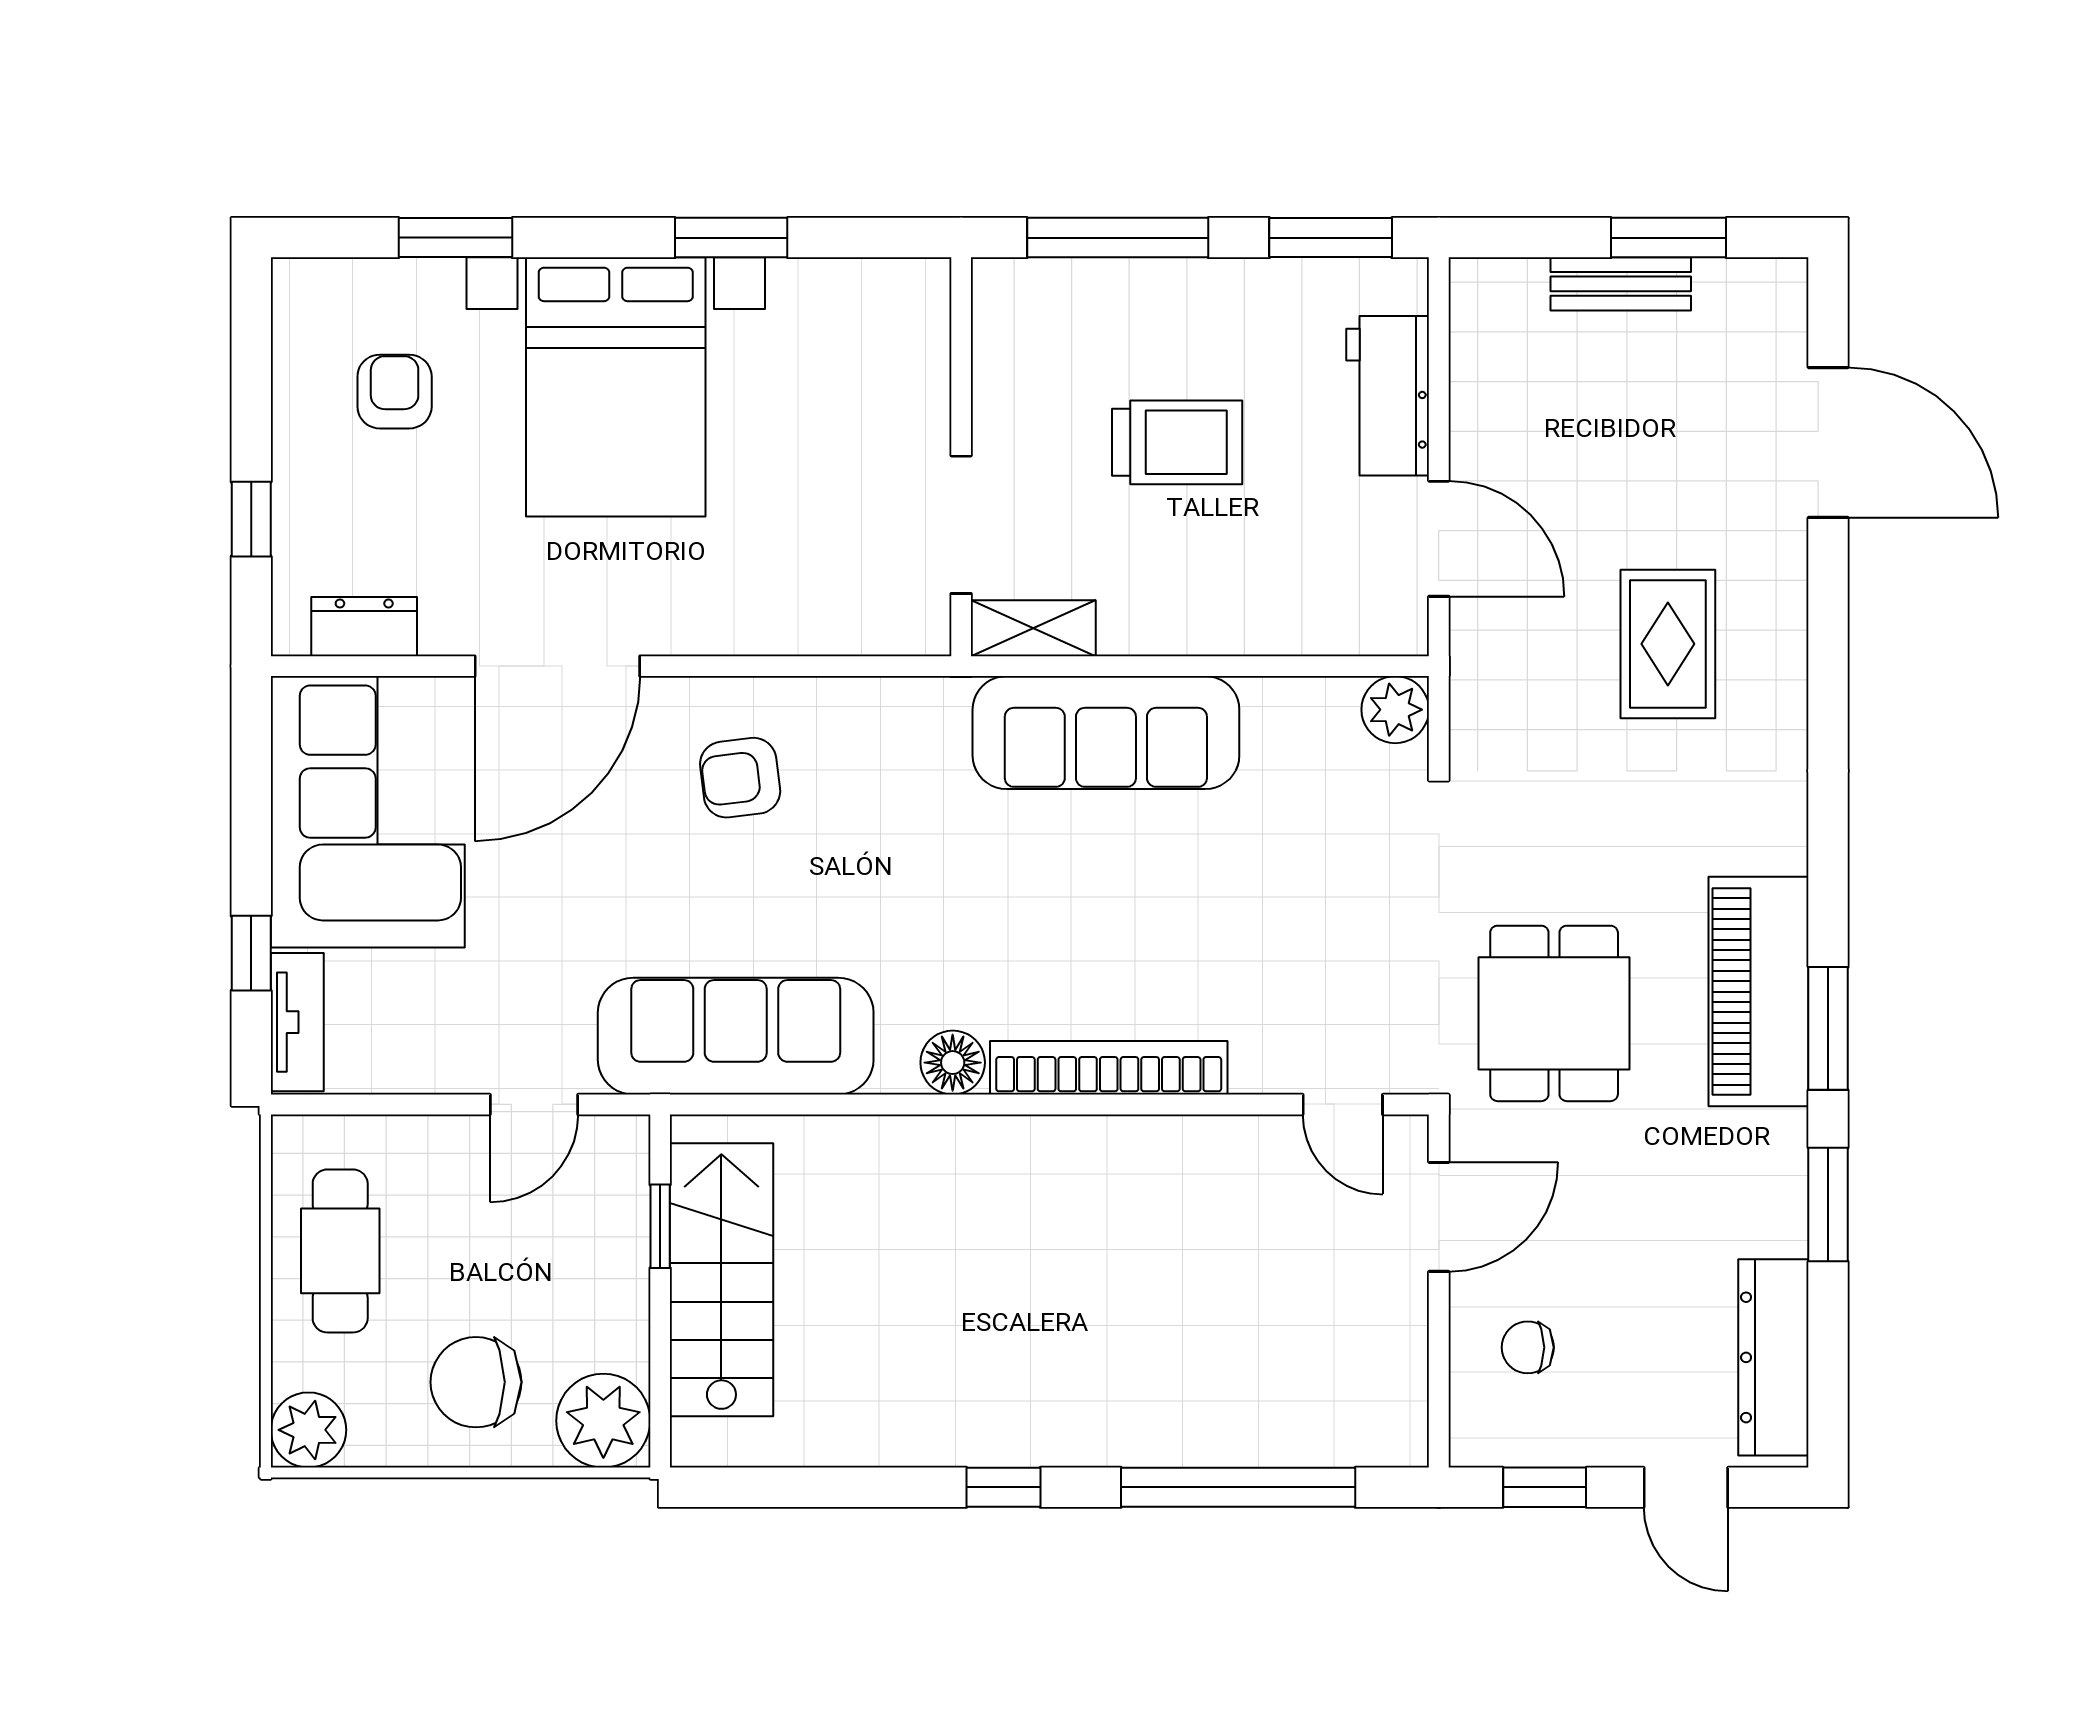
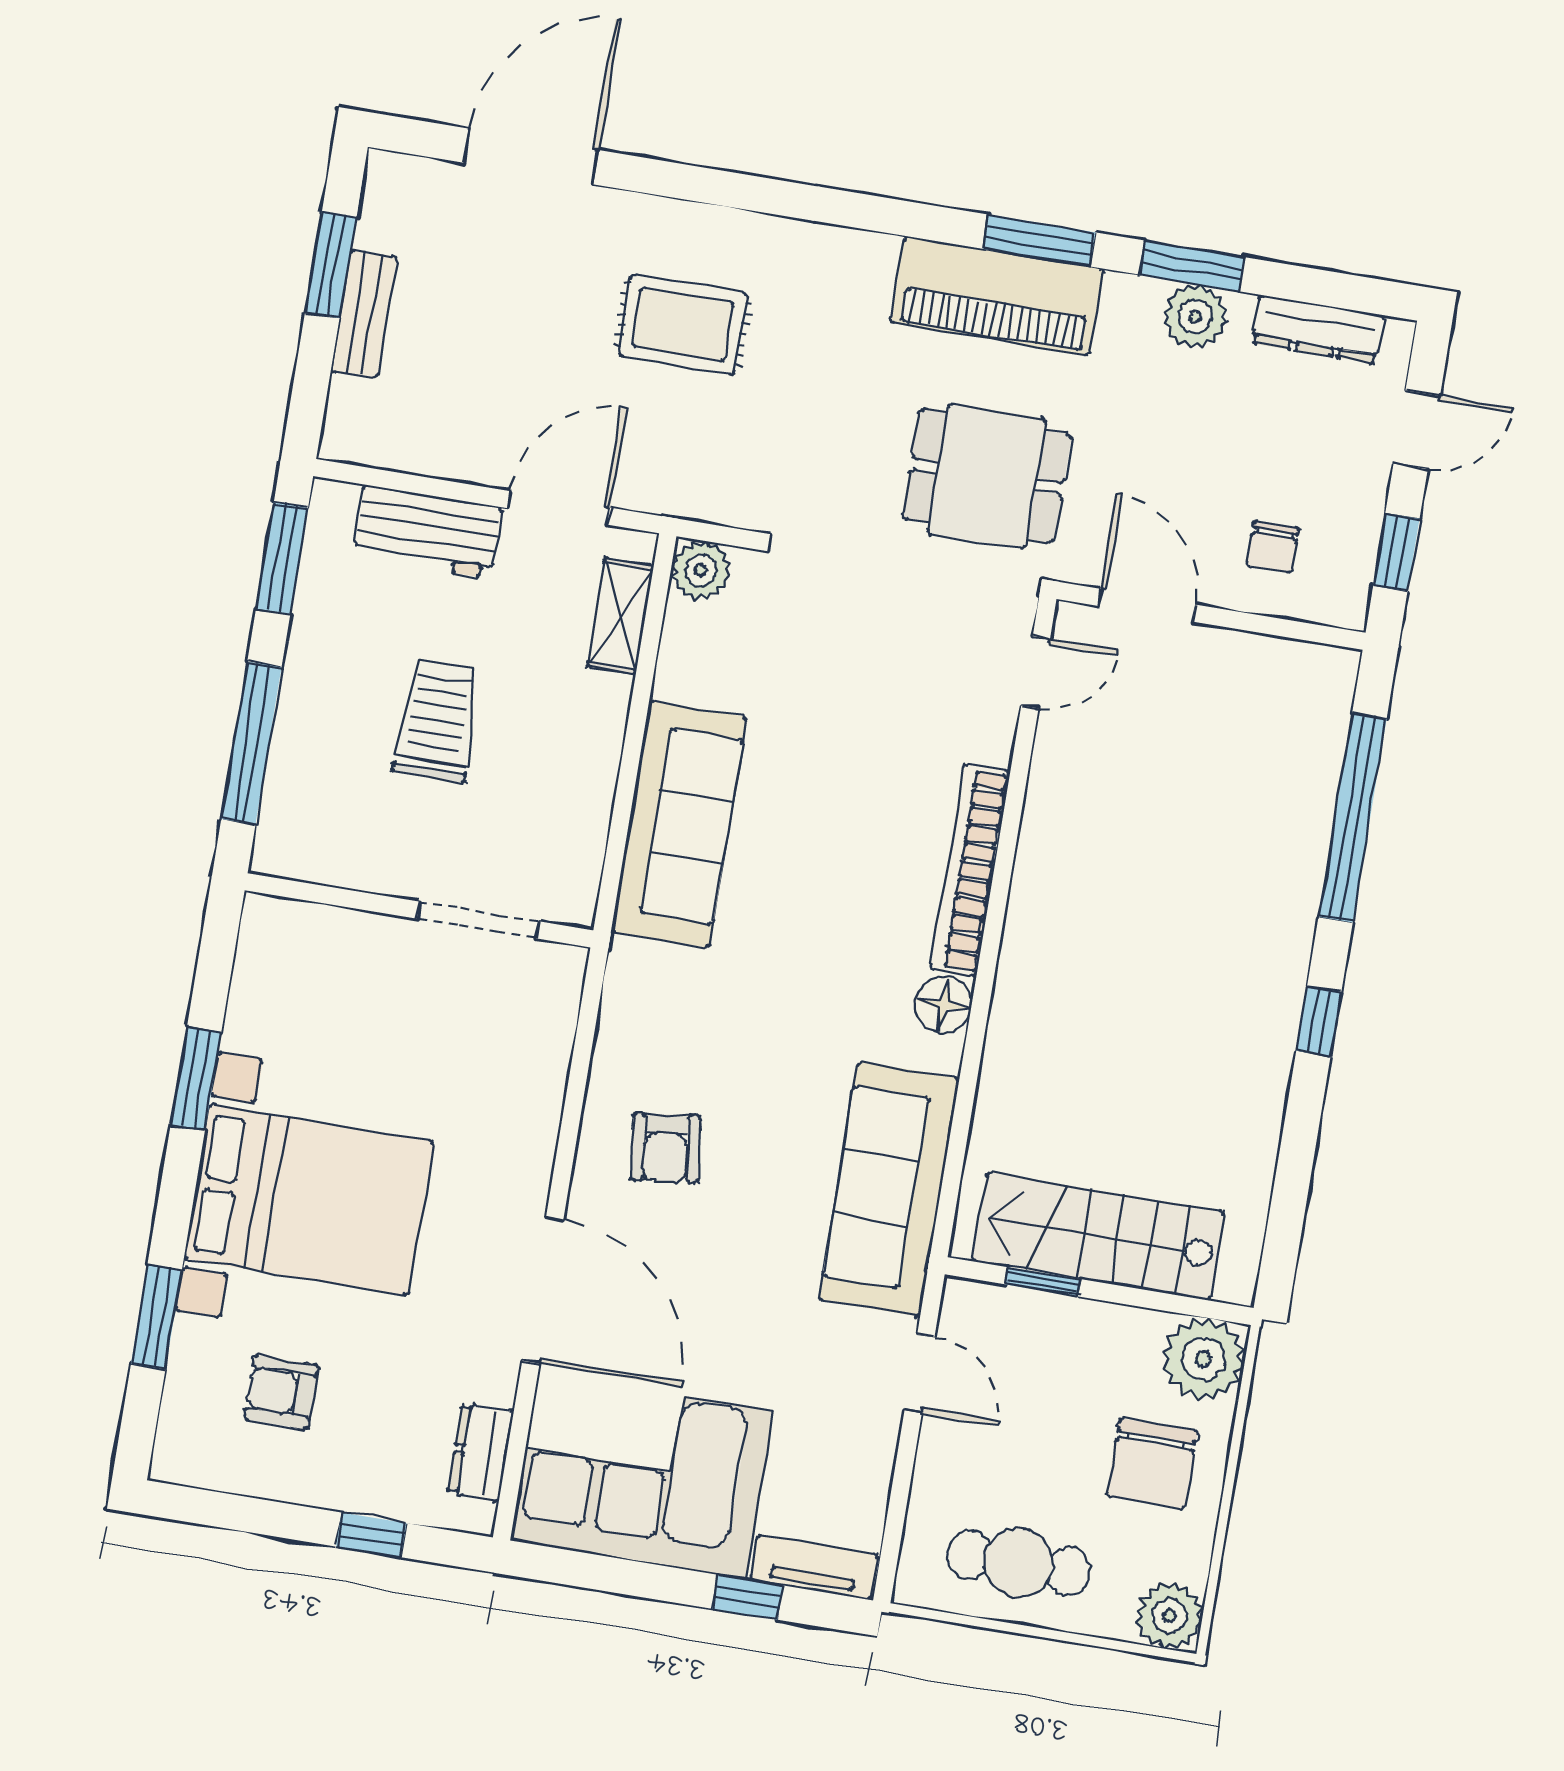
shelving: (1033, 628) -> (621, 616), moved
plant: (1772, 1218) -> (1195, 316), added
dresser: (1773, 1357) -> (1318, 329), width x0.73, depth x0.80

